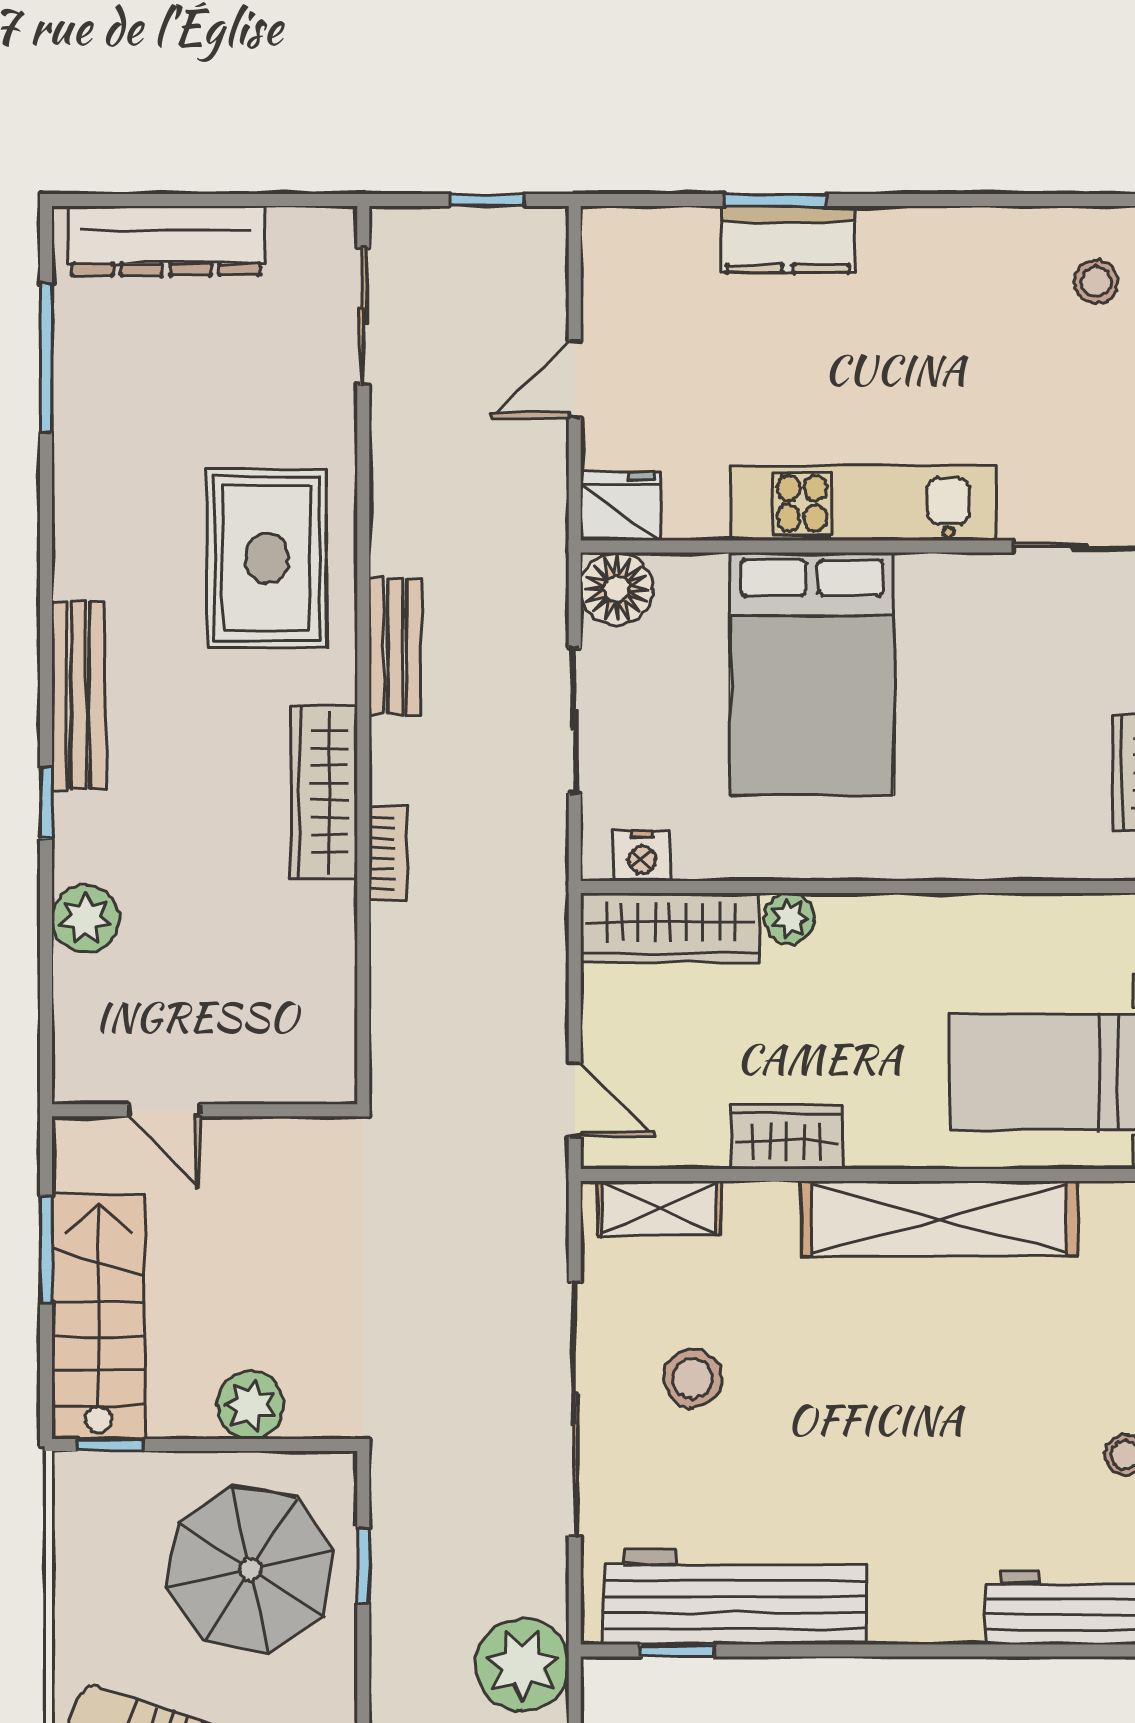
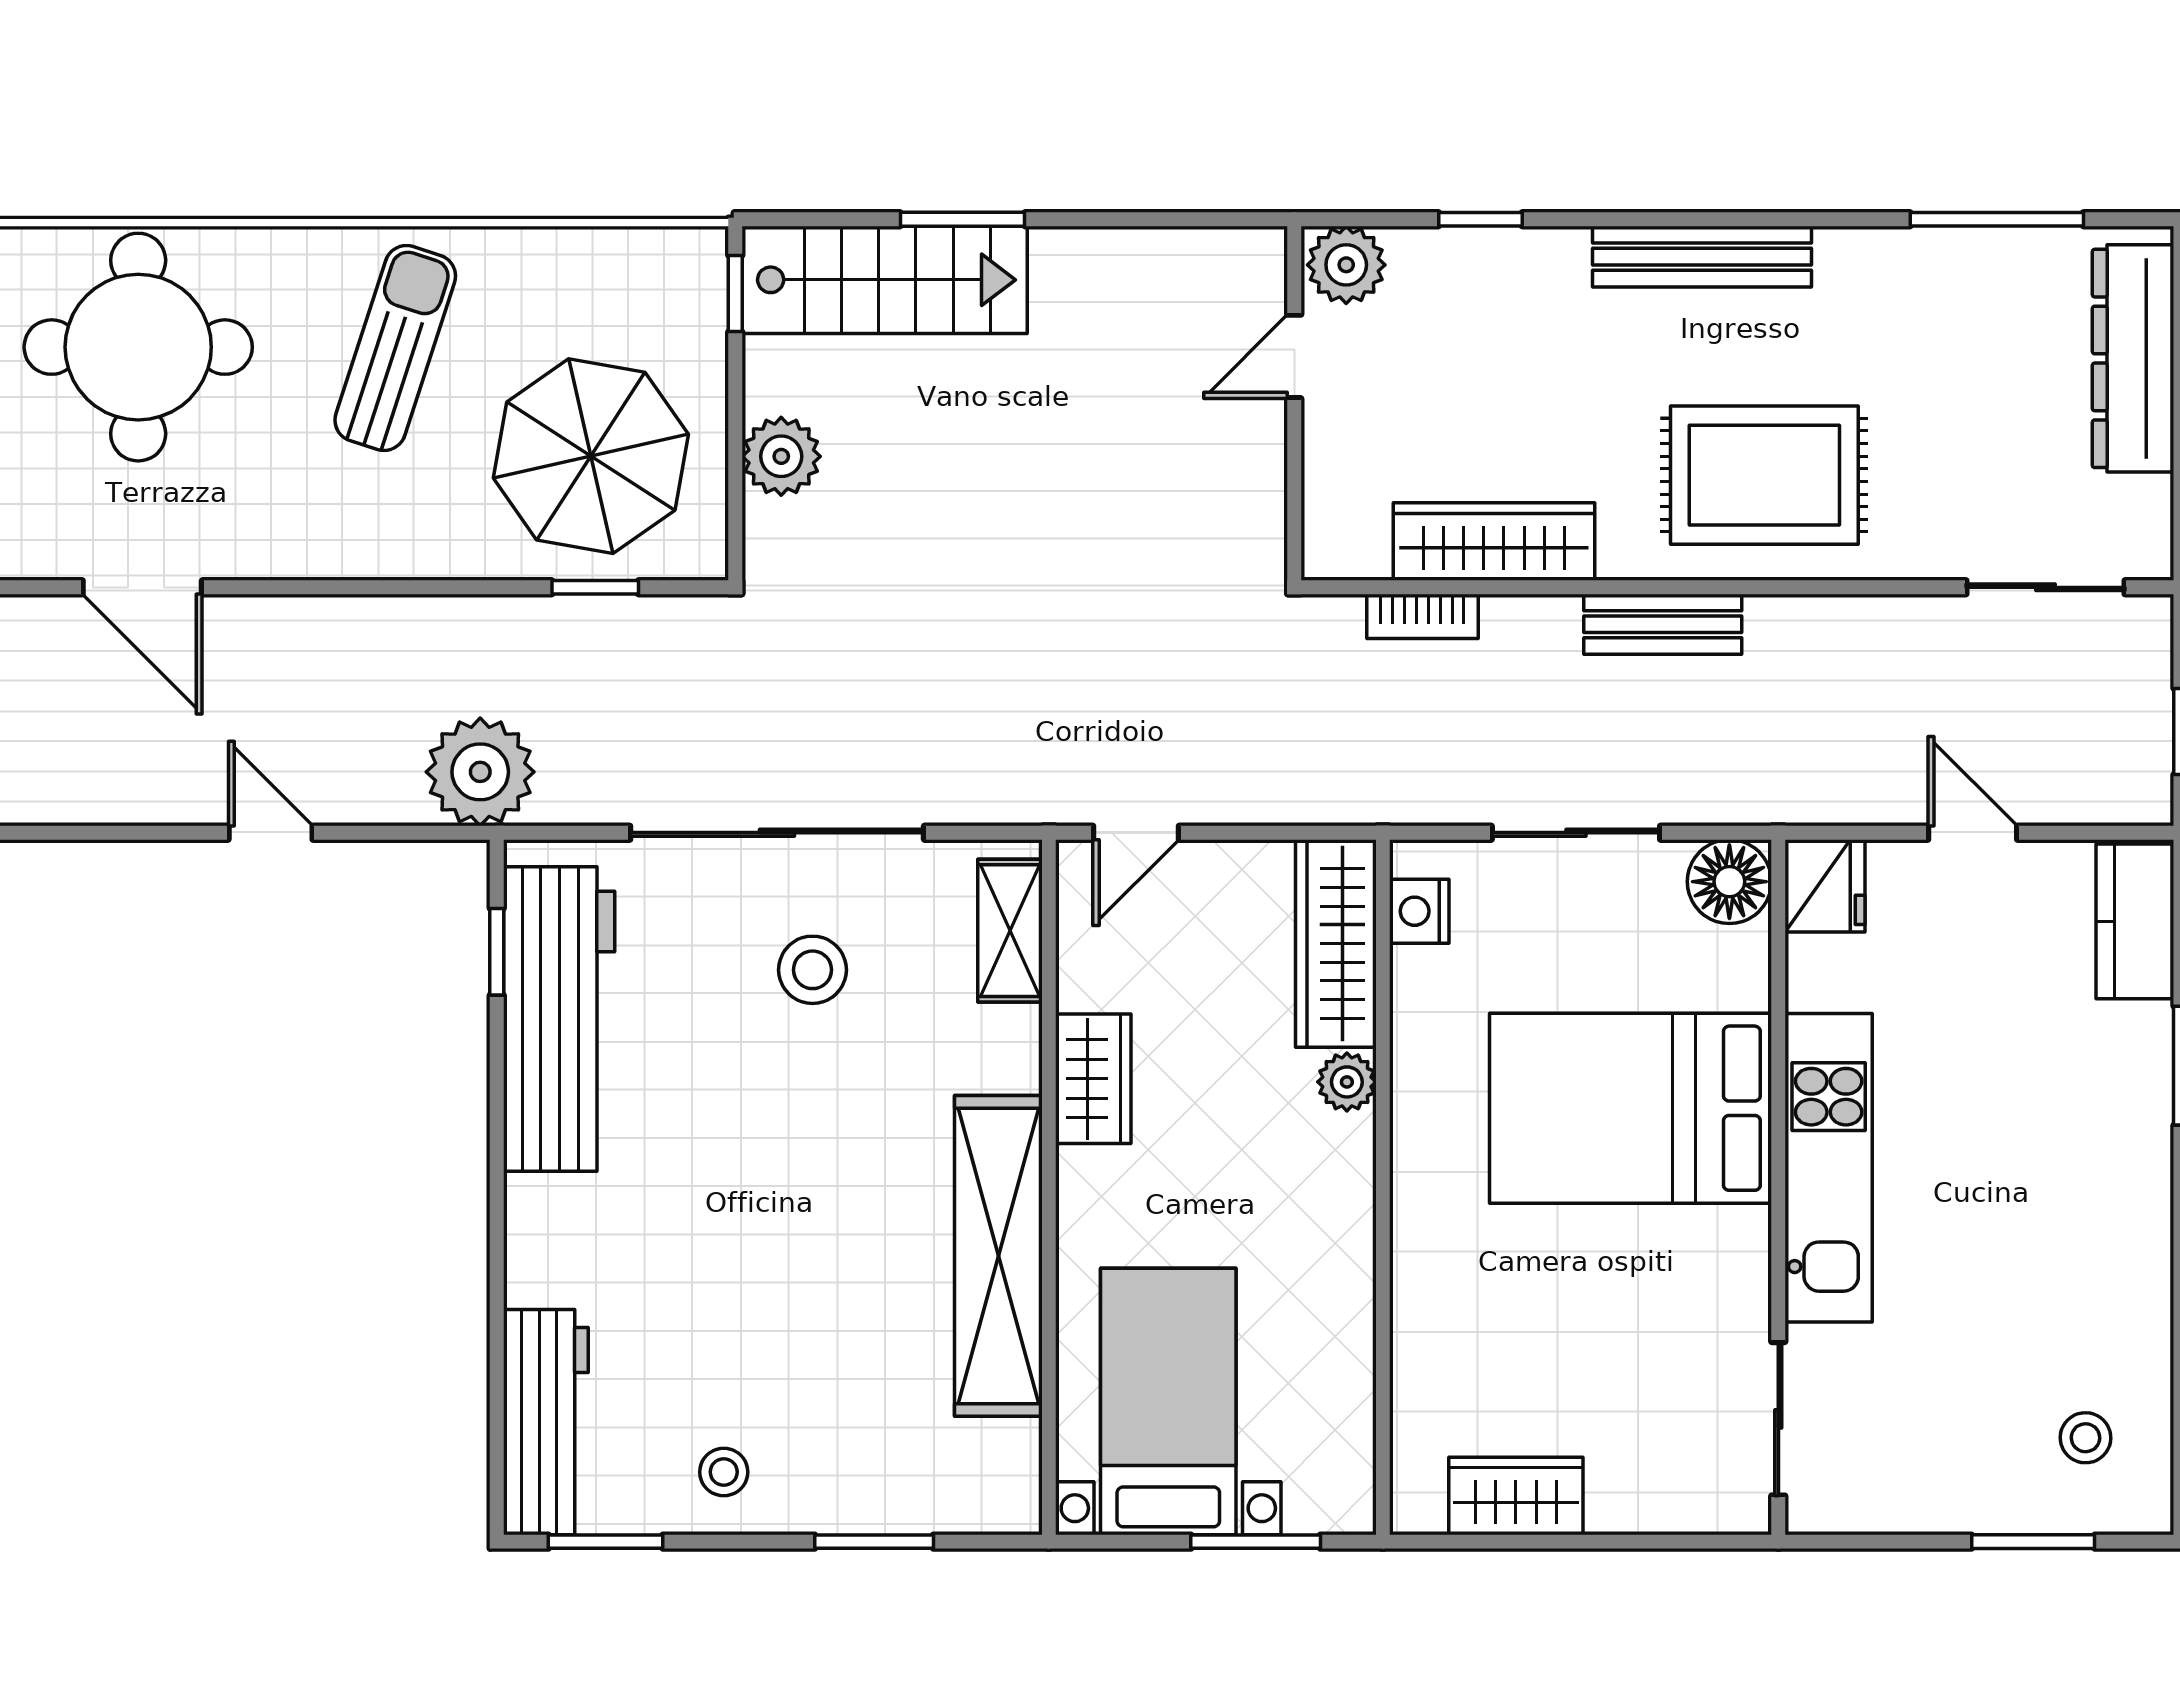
kitchen counter: (788, 239) -> (2135, 921), moved
bench: (78, 695) -> (1702, 257), moved
door: (164, 1110) -> (1294, 356), moved
wall: (205, 1110) -> (1294, 403), moved

